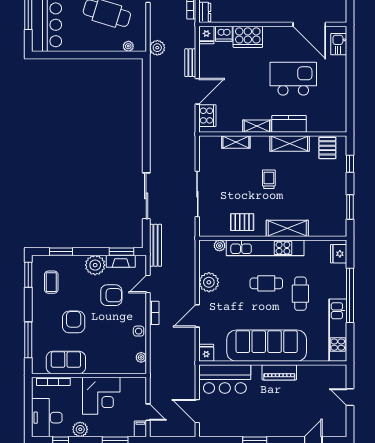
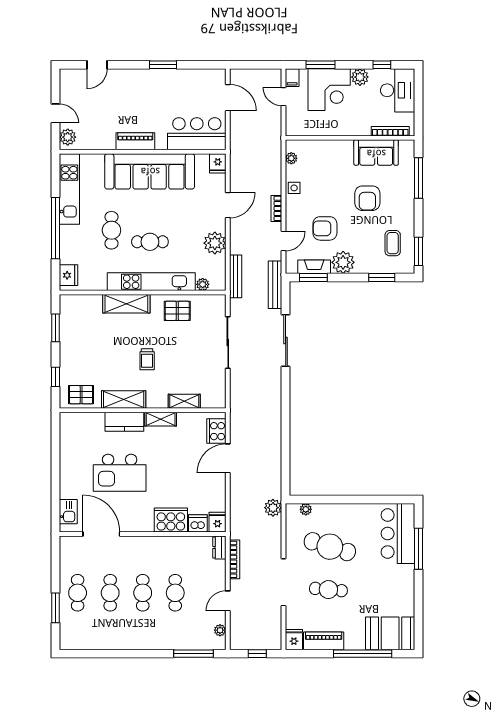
bench: (190, 63) -> (236, 276), moved, width x1.36
pallet: (327, 148) -> (81, 395), turned 90
plant: (339, 376) -> (68, 137), added
corner desk: (101, 396) -> (329, 90), moved, turned 180

